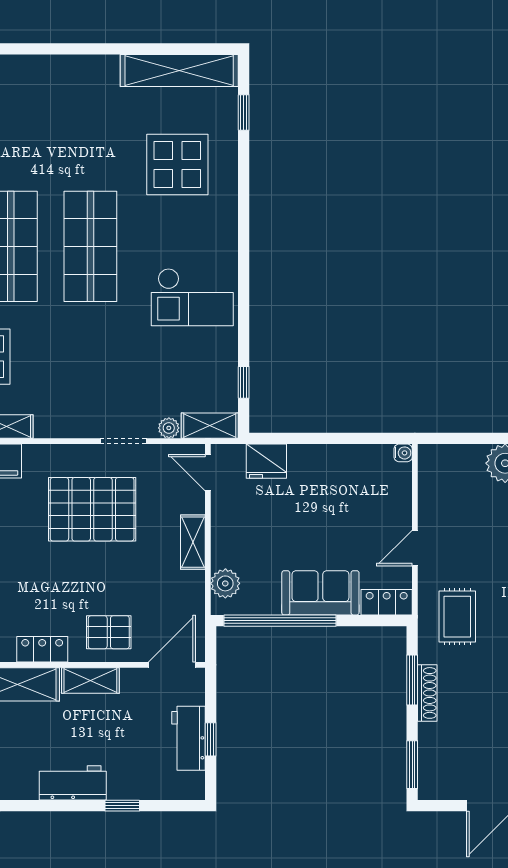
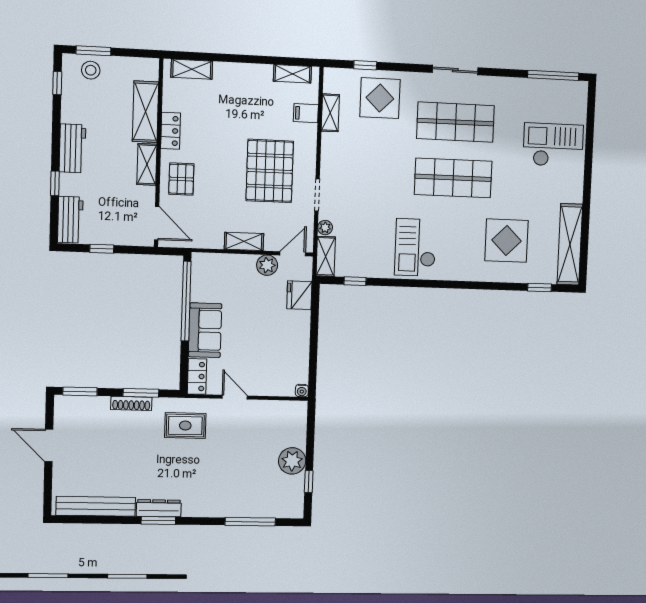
checkout: (37, 102) -> (553, 145), added
plant: (225, 583) -> (267, 265), moved
workbench: (188, 738) -> (70, 220), moved, turned 90

